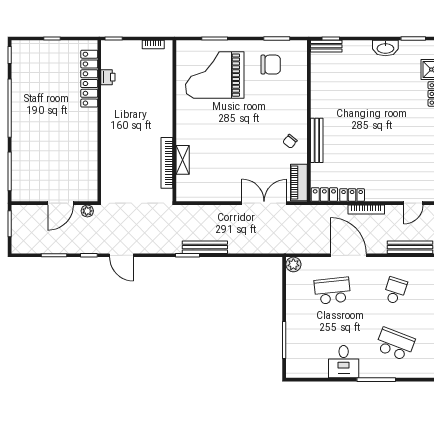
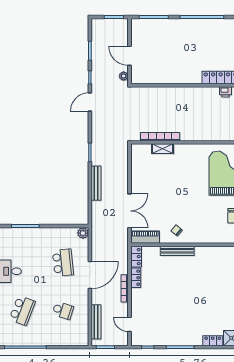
bench: (205, 247) -> (96, 183), moved

